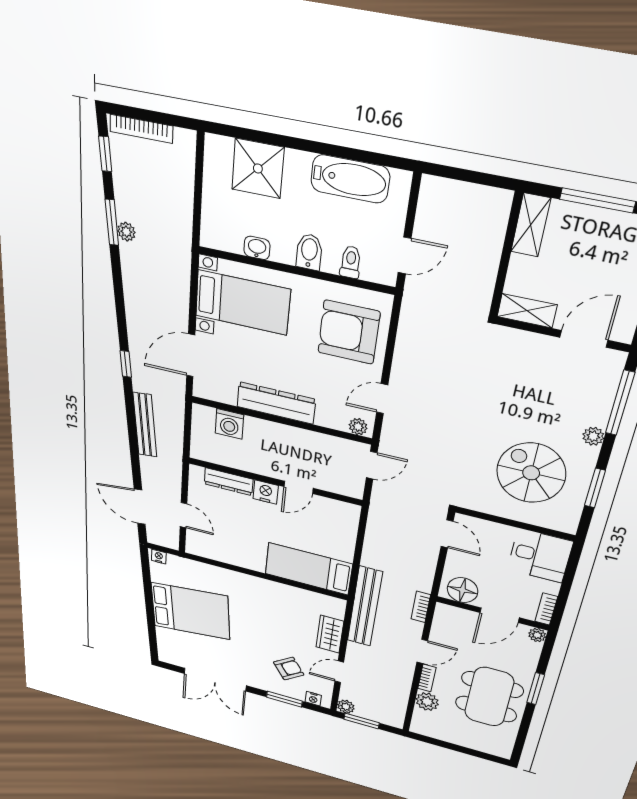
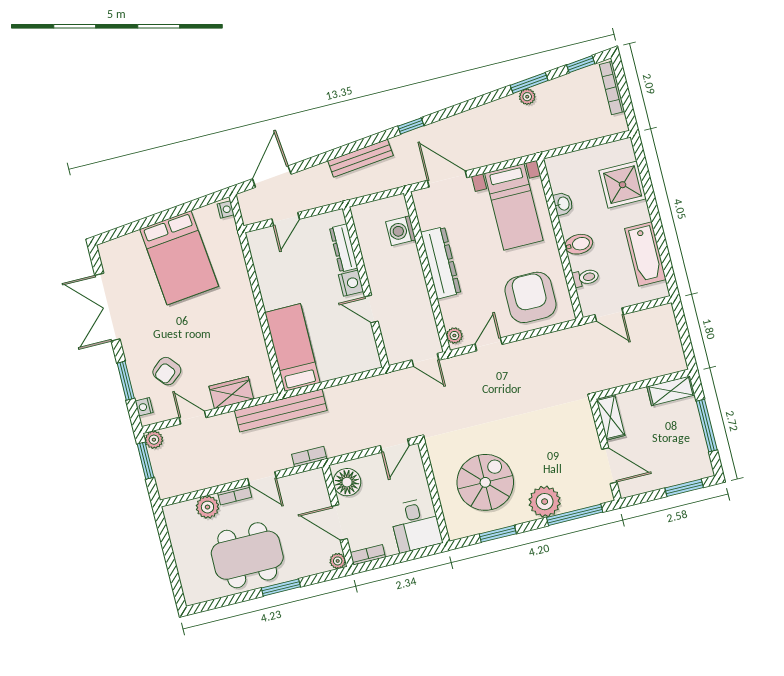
door: (382, 399) -> (489, 344), hinge flipped
plant: (593, 436) -> (545, 502), width x1.87, depth x1.87
armchair: (289, 669) -> (167, 371), turned 85

